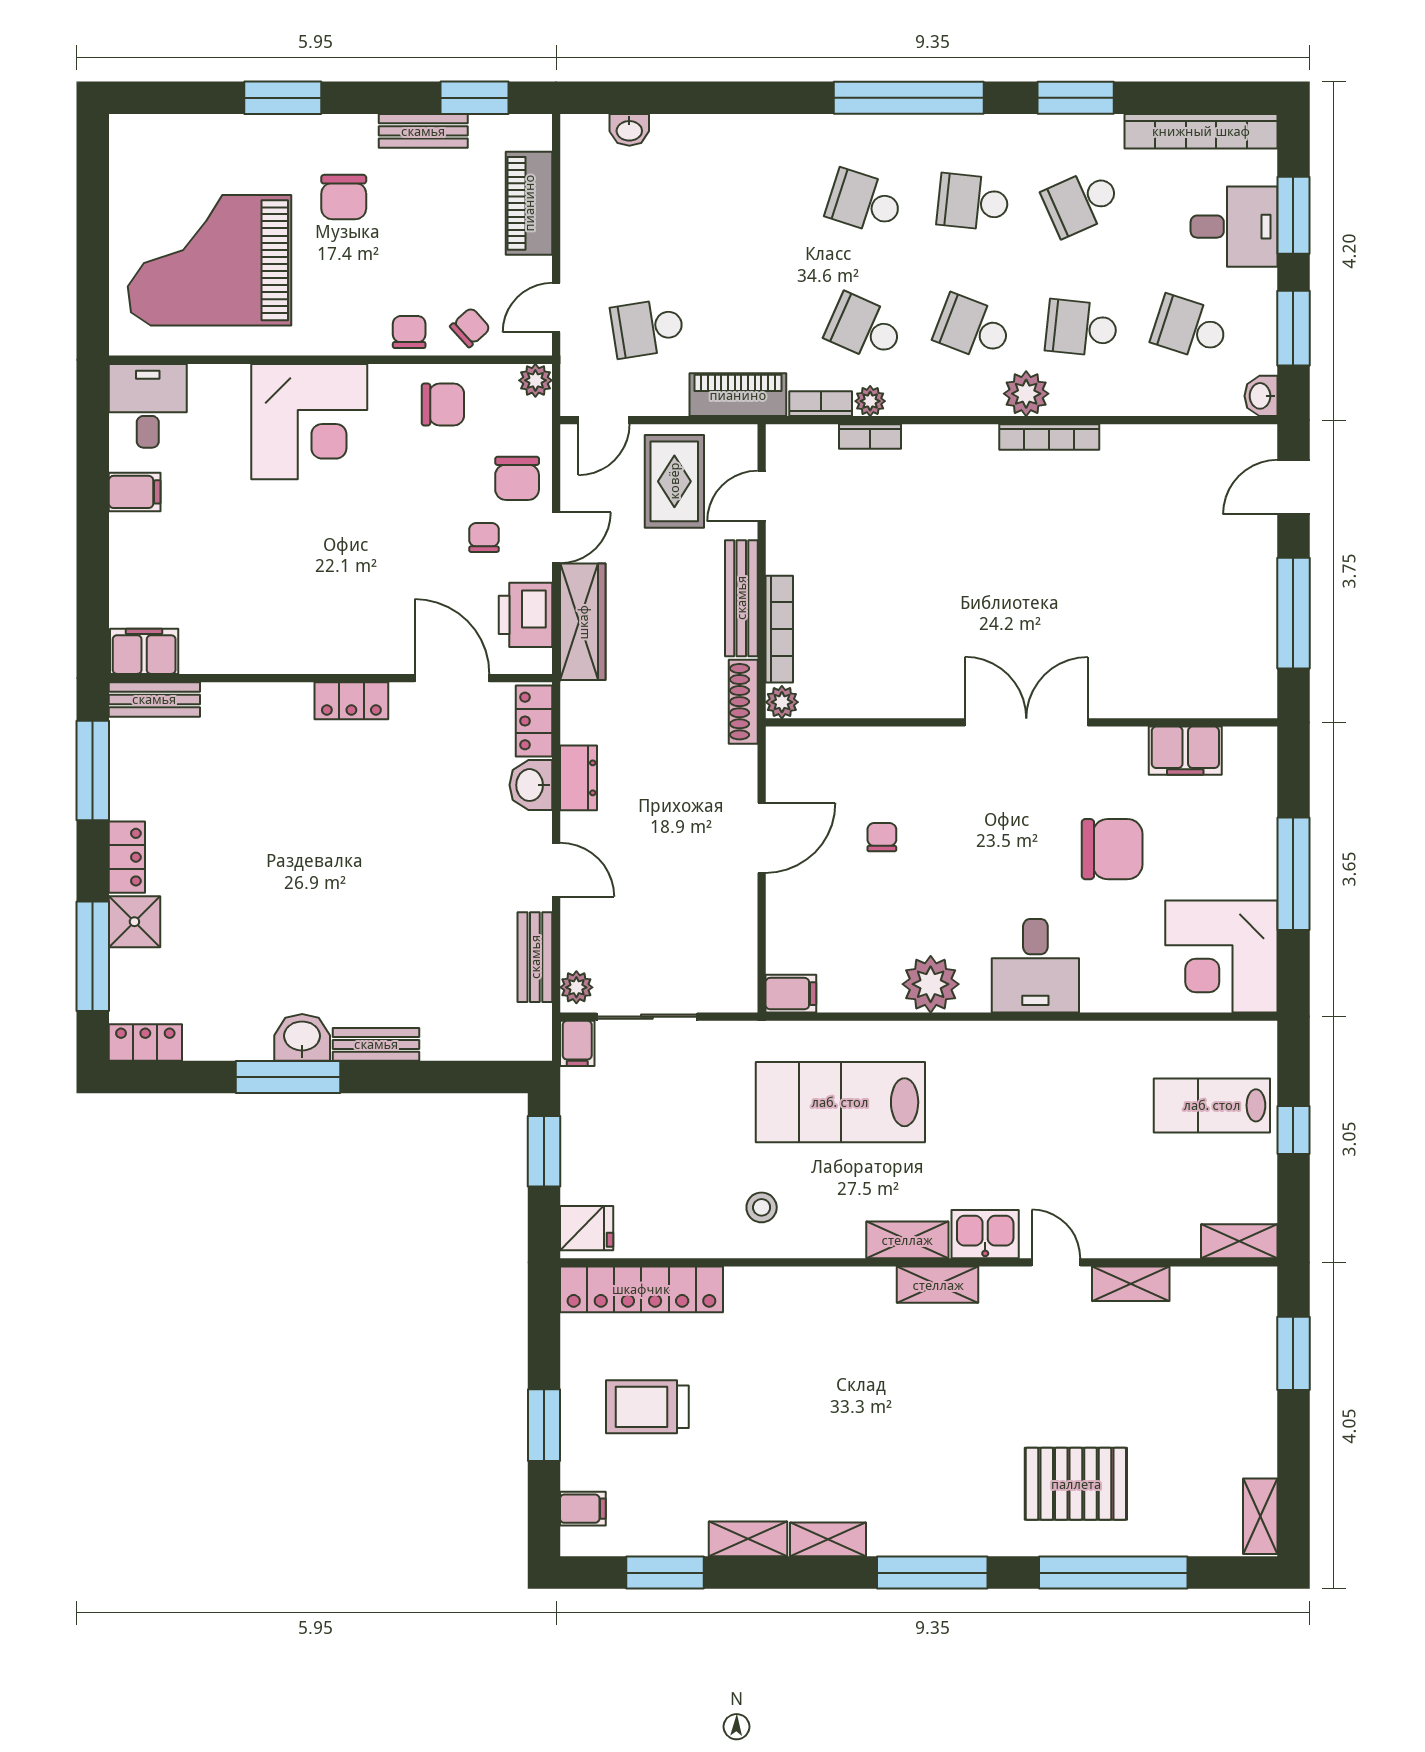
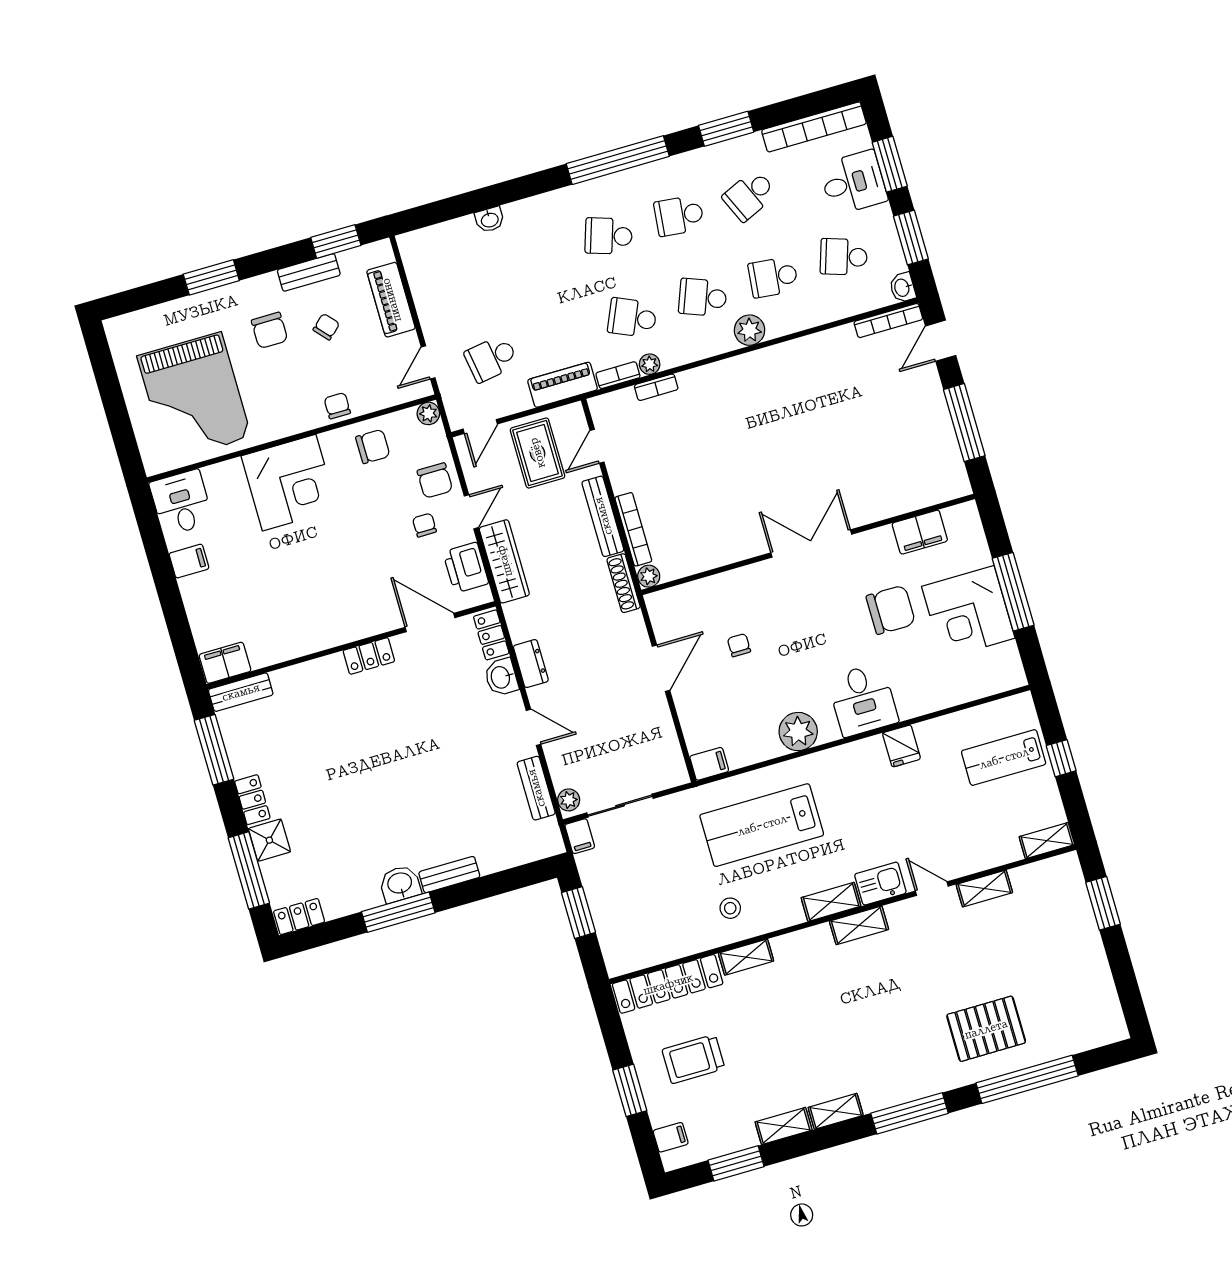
washbasin: (629, 130) -> (490, 220), moved
grand piano: (209, 260) -> (194, 397), turned -90
chair: (470, 327) -> (326, 327), moved
bookcase: (1049, 437) -> (888, 321), moved
corner desk: (1221, 957) -> (968, 612), moved
fridge: (587, 1228) -> (902, 746), moved, turned 90
shelving: (1260, 1516) -> (746, 957), moved, turned 90

